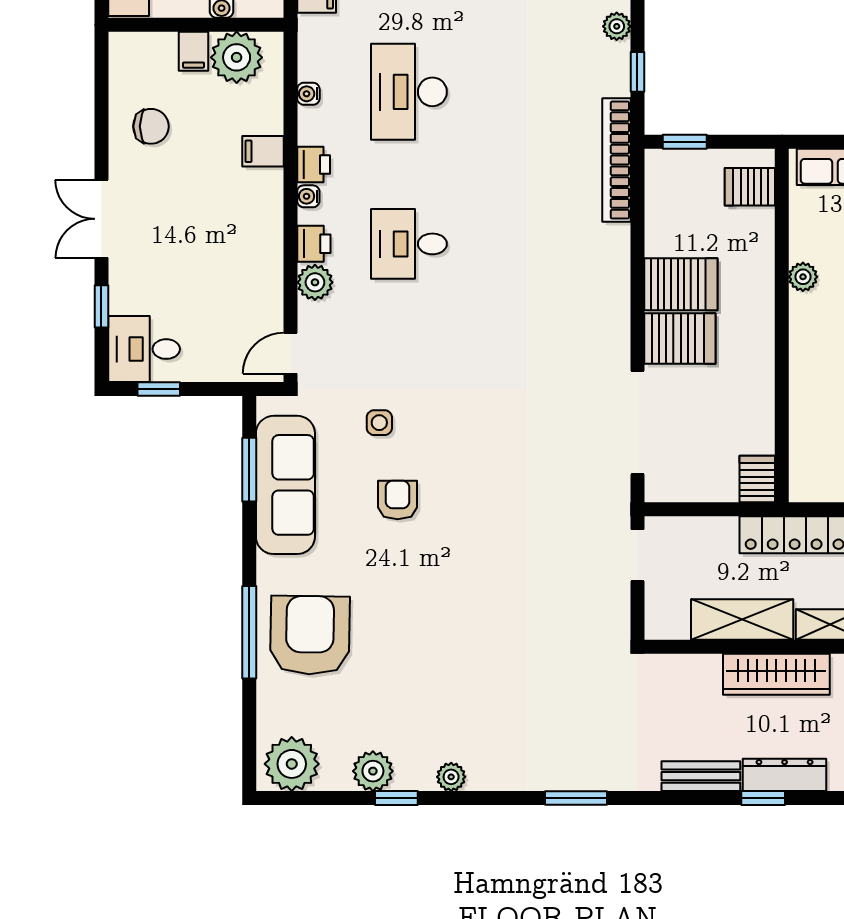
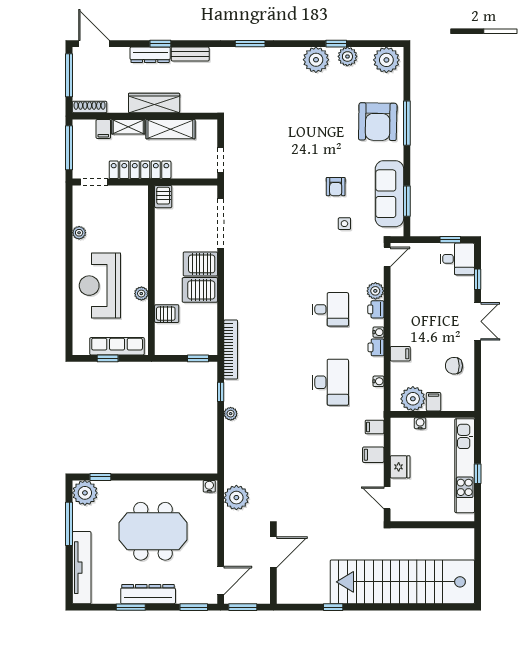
server rack: (750, 187) -> (167, 314), moved
plant: (451, 777) -> (316, 60), width x1.87, depth x1.87

